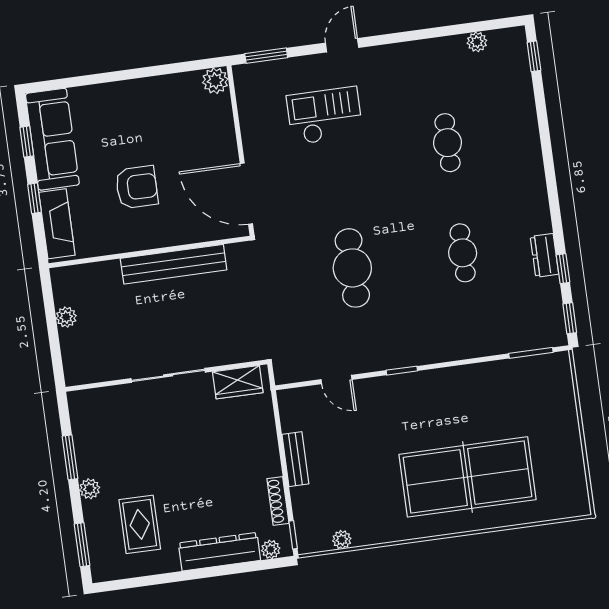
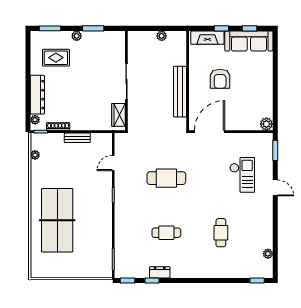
cafe table: (448, 143) -> (221, 233), turned 90

